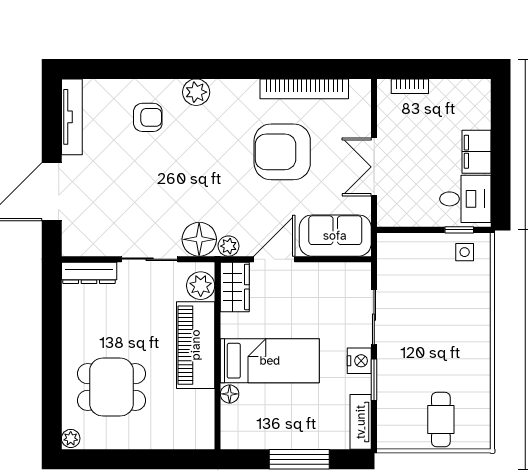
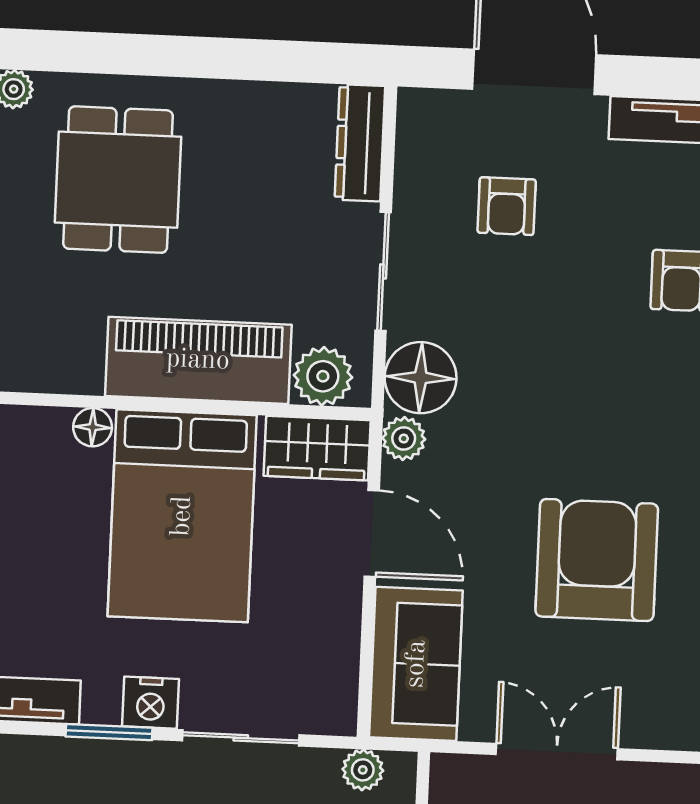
armchair: (116, 202) -> (507, 206), added
plant: (387, 259) -> (363, 770), added
bed: (270, 361) -> (182, 516), width x1.50

